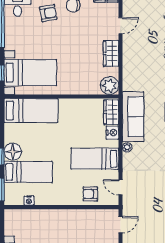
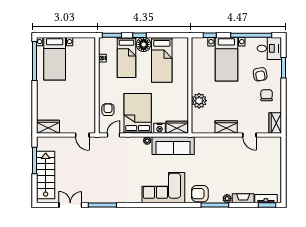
bed with nightstands: (30, 73) -> (226, 59), moved
plant: (110, 86) -> (199, 101), moved
bed: (31, 110) -> (162, 60), moved
bed: (95, 159) -> (138, 113), width x1.50

